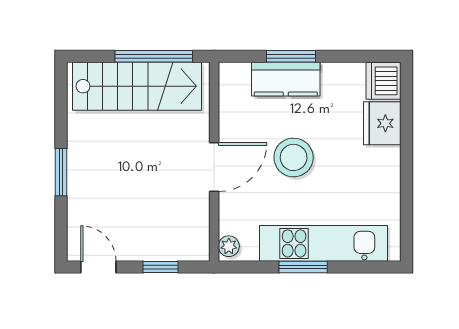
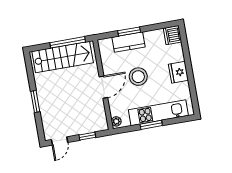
fridge: (382, 123) -> (178, 72), moved
door: (98, 267) -> (60, 141), swing flipped

